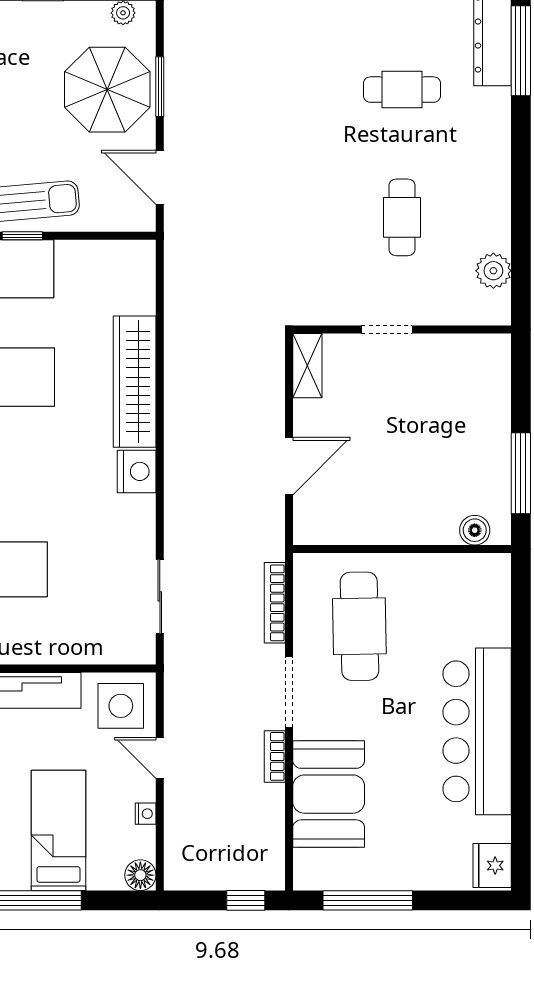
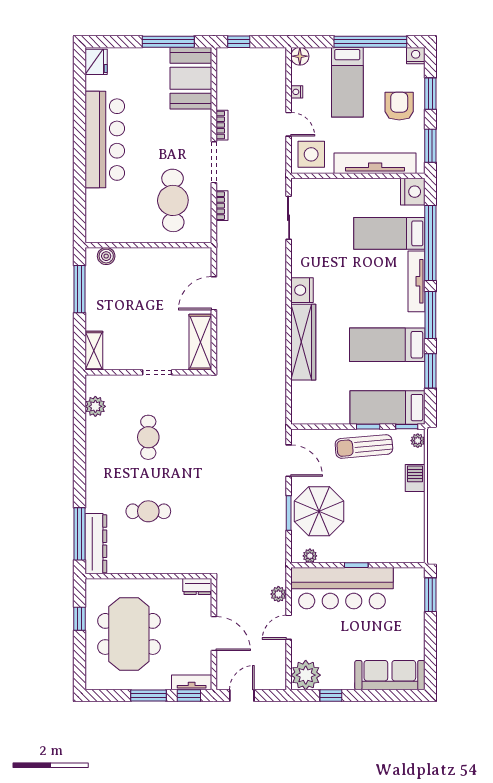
shelving: (307, 366) -> (200, 342), width x1.50, depth x1.33
shelving: (496, 367) -> (94, 351), added
bookcase: (275, 603) -> (222, 206), width x0.64
booth: (329, 794) -> (191, 78), moved

